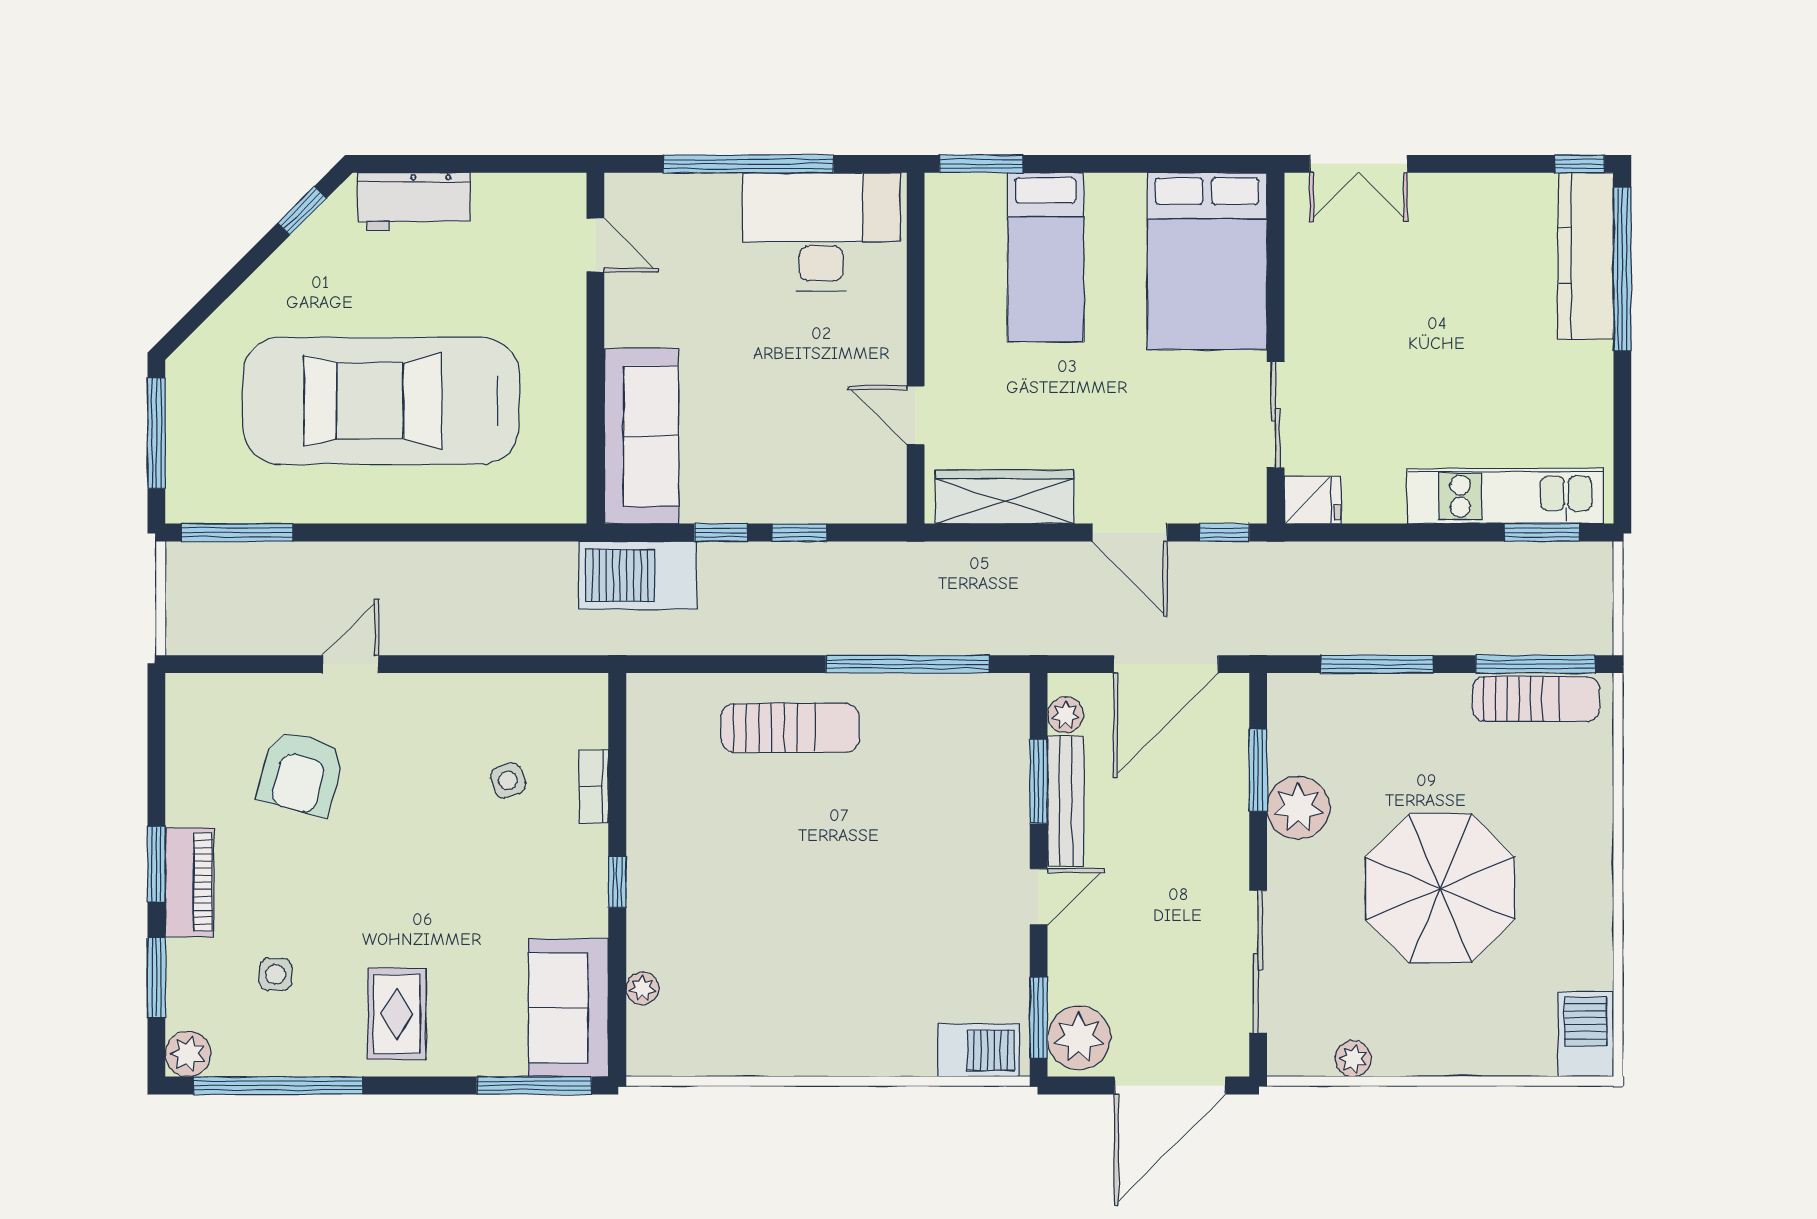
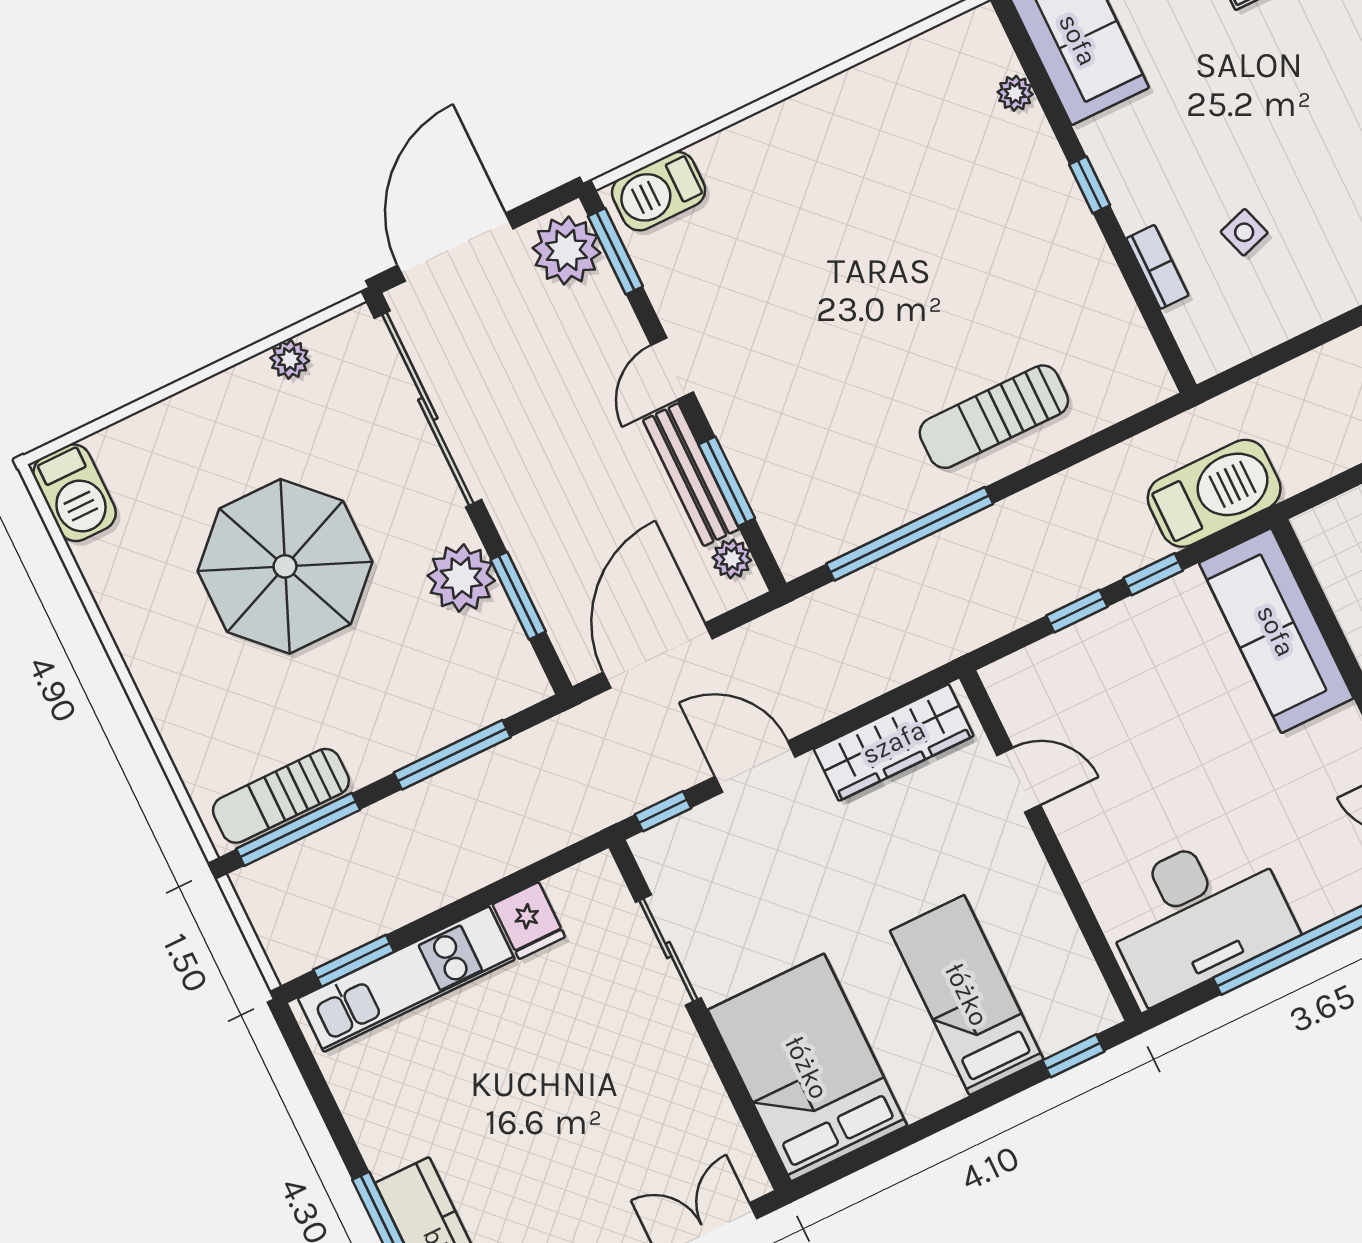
window: (981, 164) -> (1074, 1056), width x0.67
fridge: (1313, 500) -> (529, 921), moved, turned -90
sliding door: (1258, 962) -> (428, 409), width x1.36

